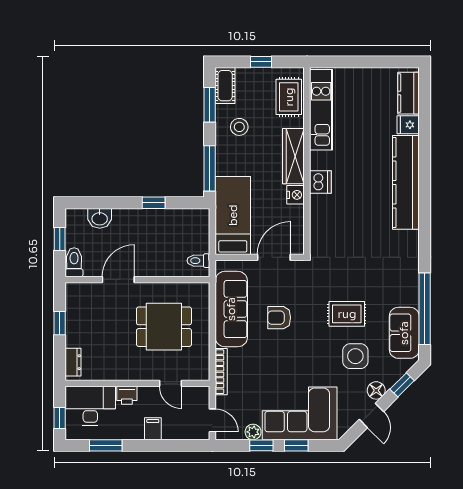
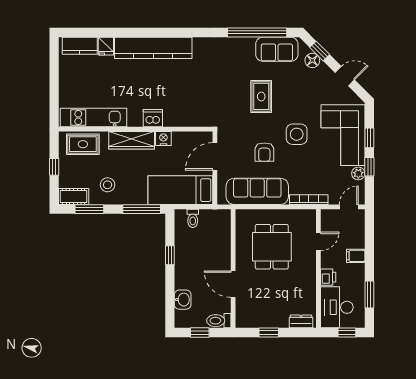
door: (274, 257) -> (215, 156), hinge flipped
toilet: (198, 261) -> (193, 218), moved
side table: (355, 356) -> (297, 134), moved
floor lamp: (376, 390) -> (312, 60), moved

